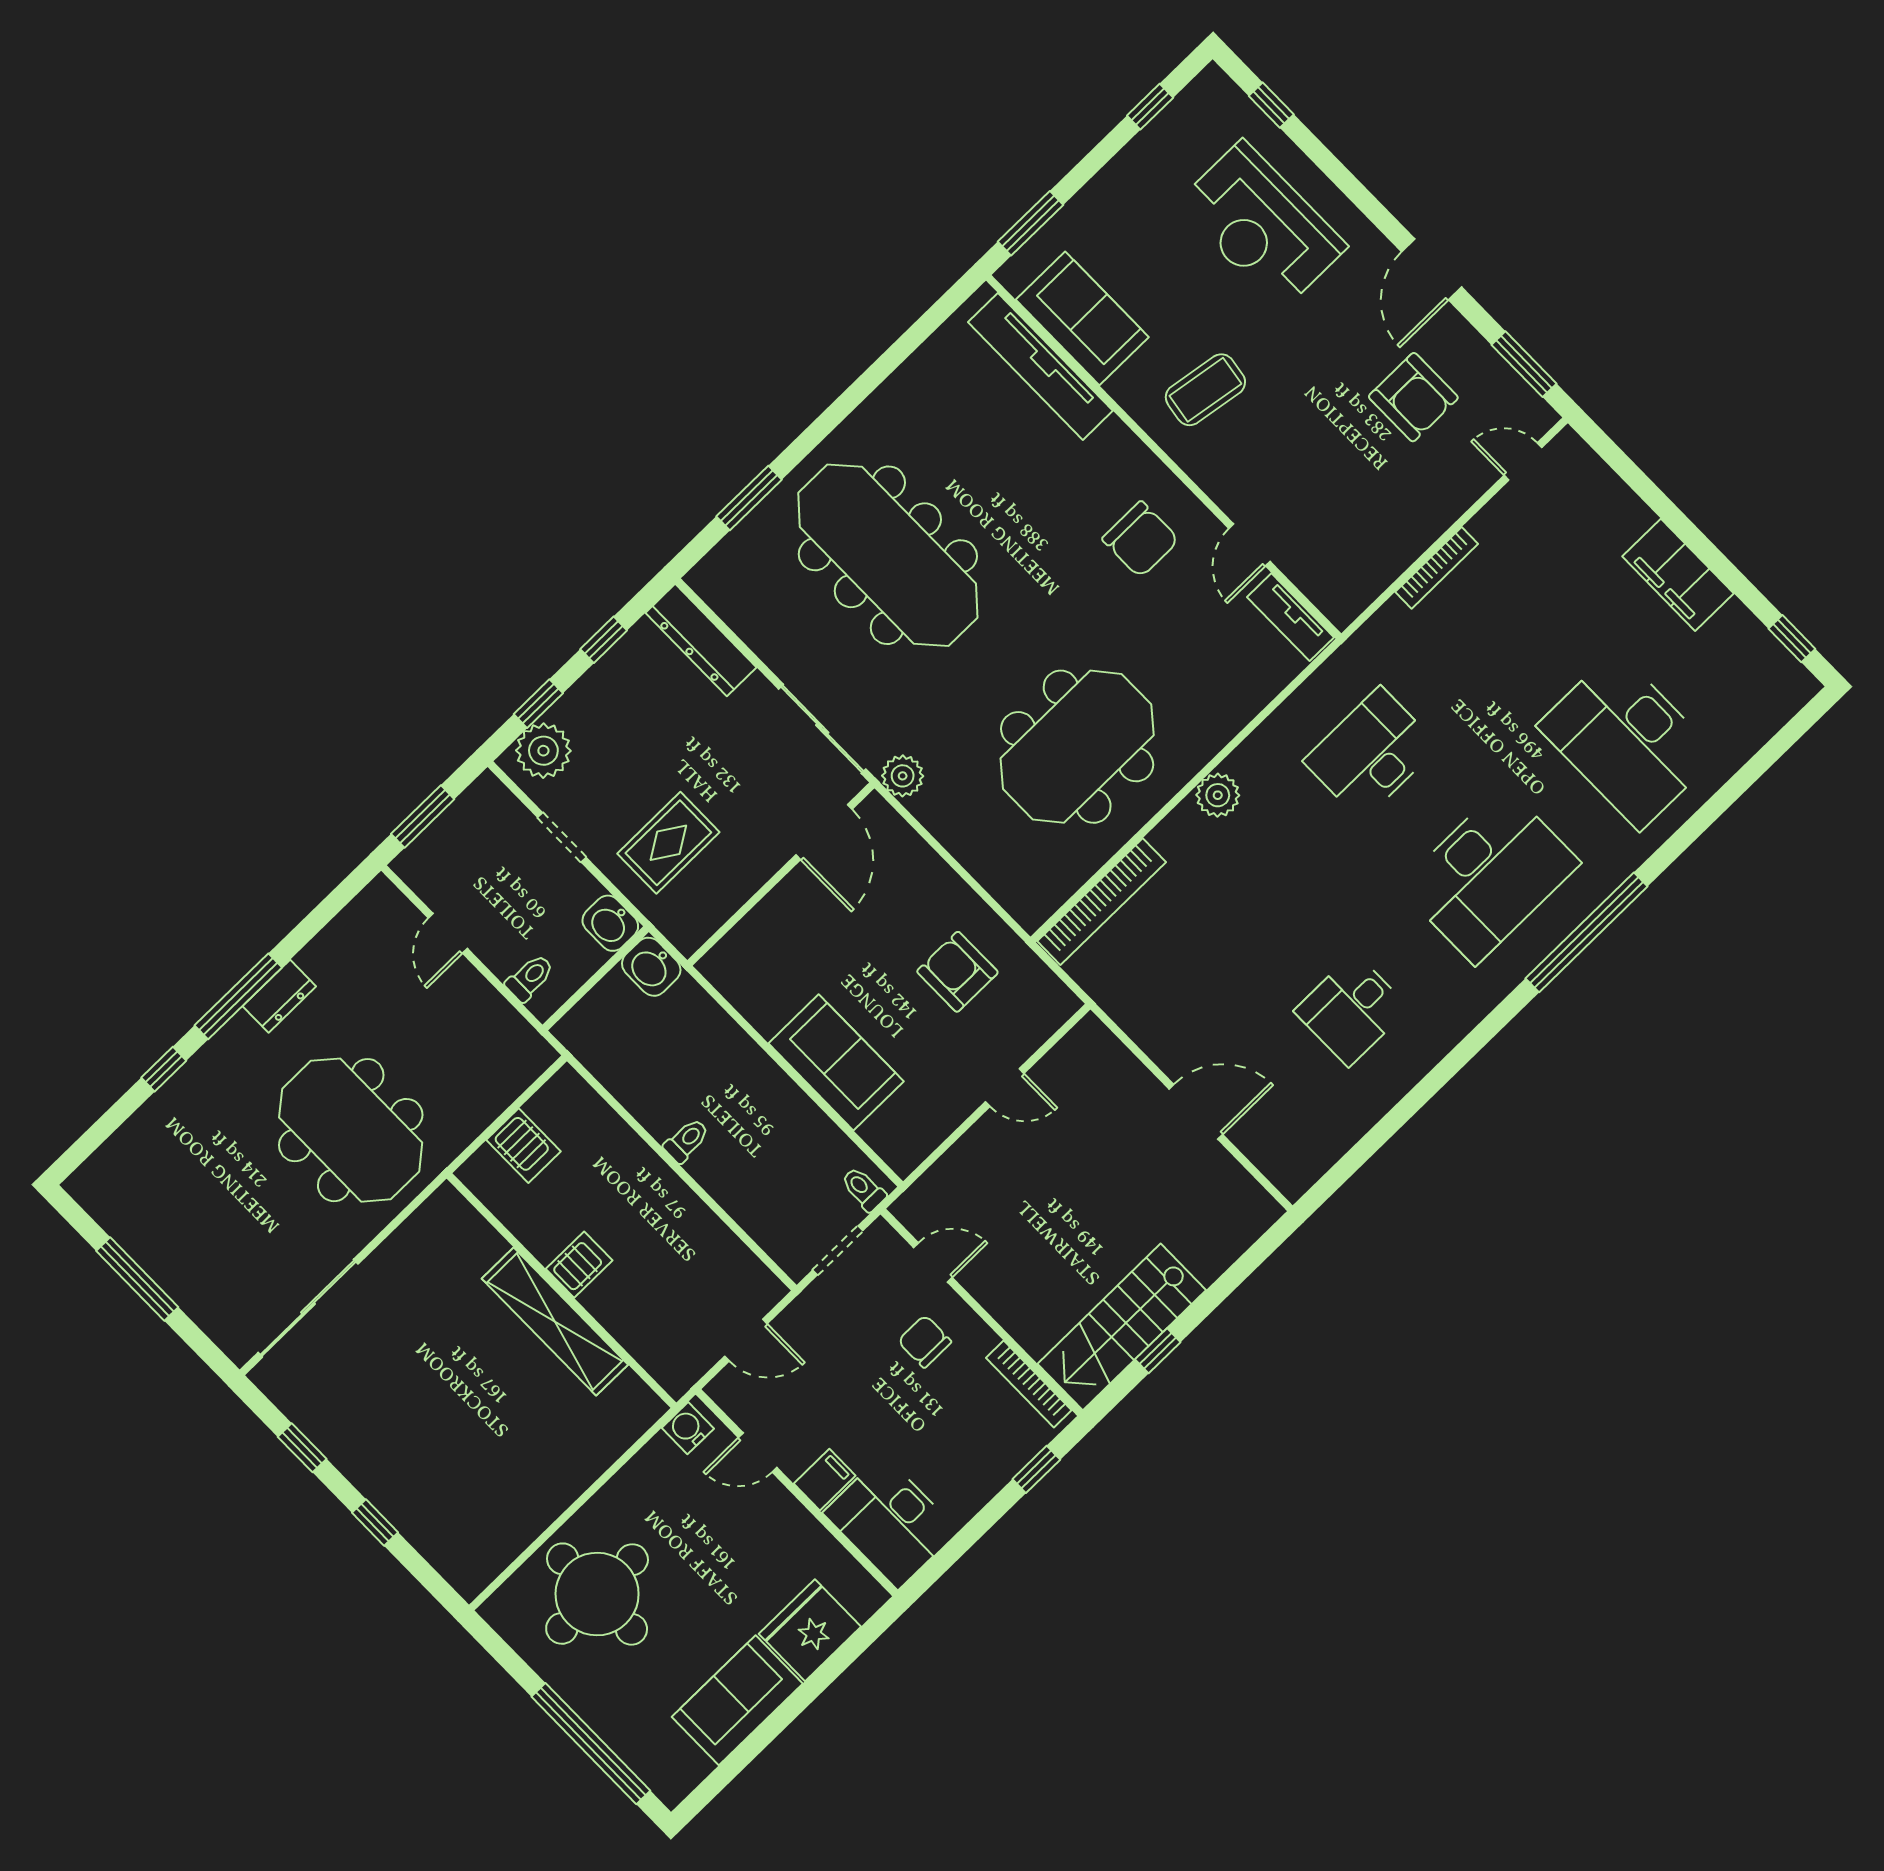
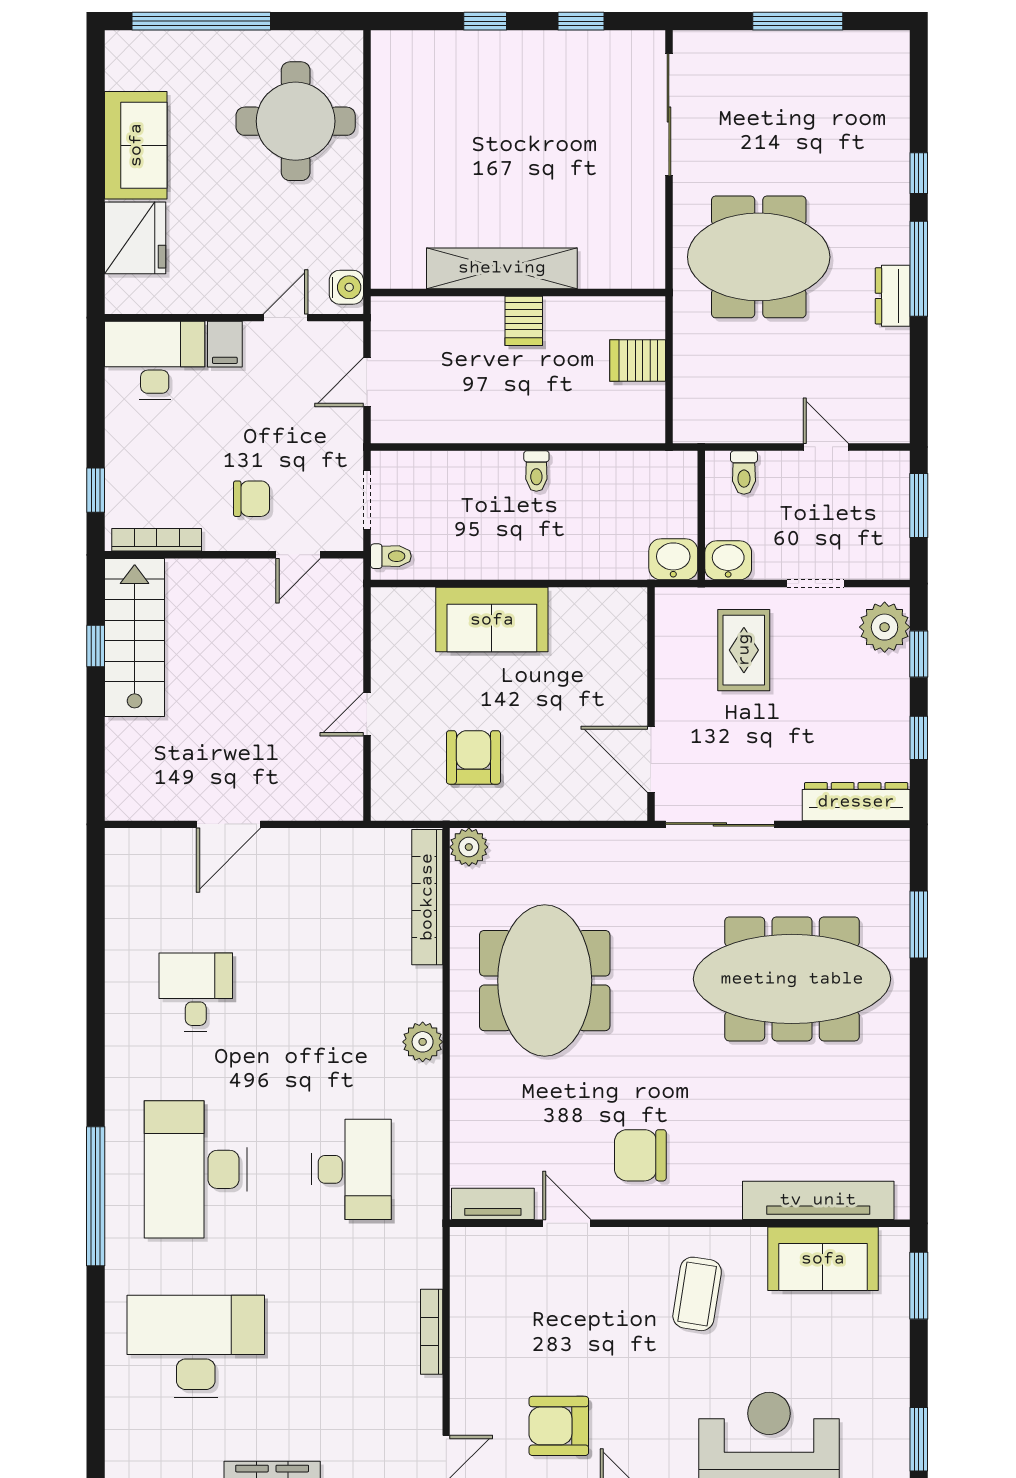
window: (1150, 107) -> (919, 1439), width x1.50
plant: (903, 776) -> (469, 847), moved
armchair: (957, 972) -> (473, 757), turned -90

